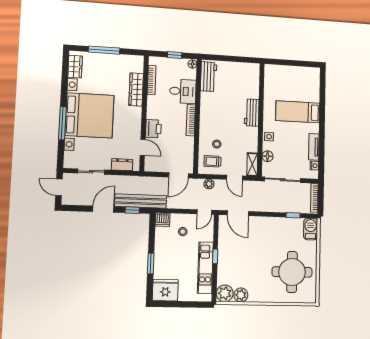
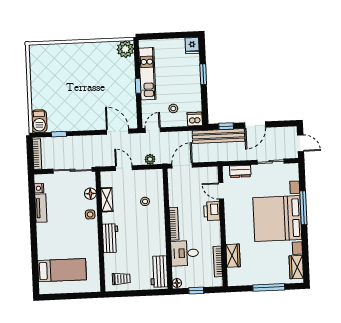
wardrobe: (136, 90) -> (233, 256), width x0.67
bed: (298, 112) -> (62, 270), moved
trolley: (213, 161) -> (121, 279), moved
shelving: (252, 165) -> (107, 200), moved
round table: (292, 272) -> (56, 75), removed
fridge: (165, 290) -> (192, 46), width x0.53, depth x0.75
plant: (241, 295) -> (109, 48), removed

